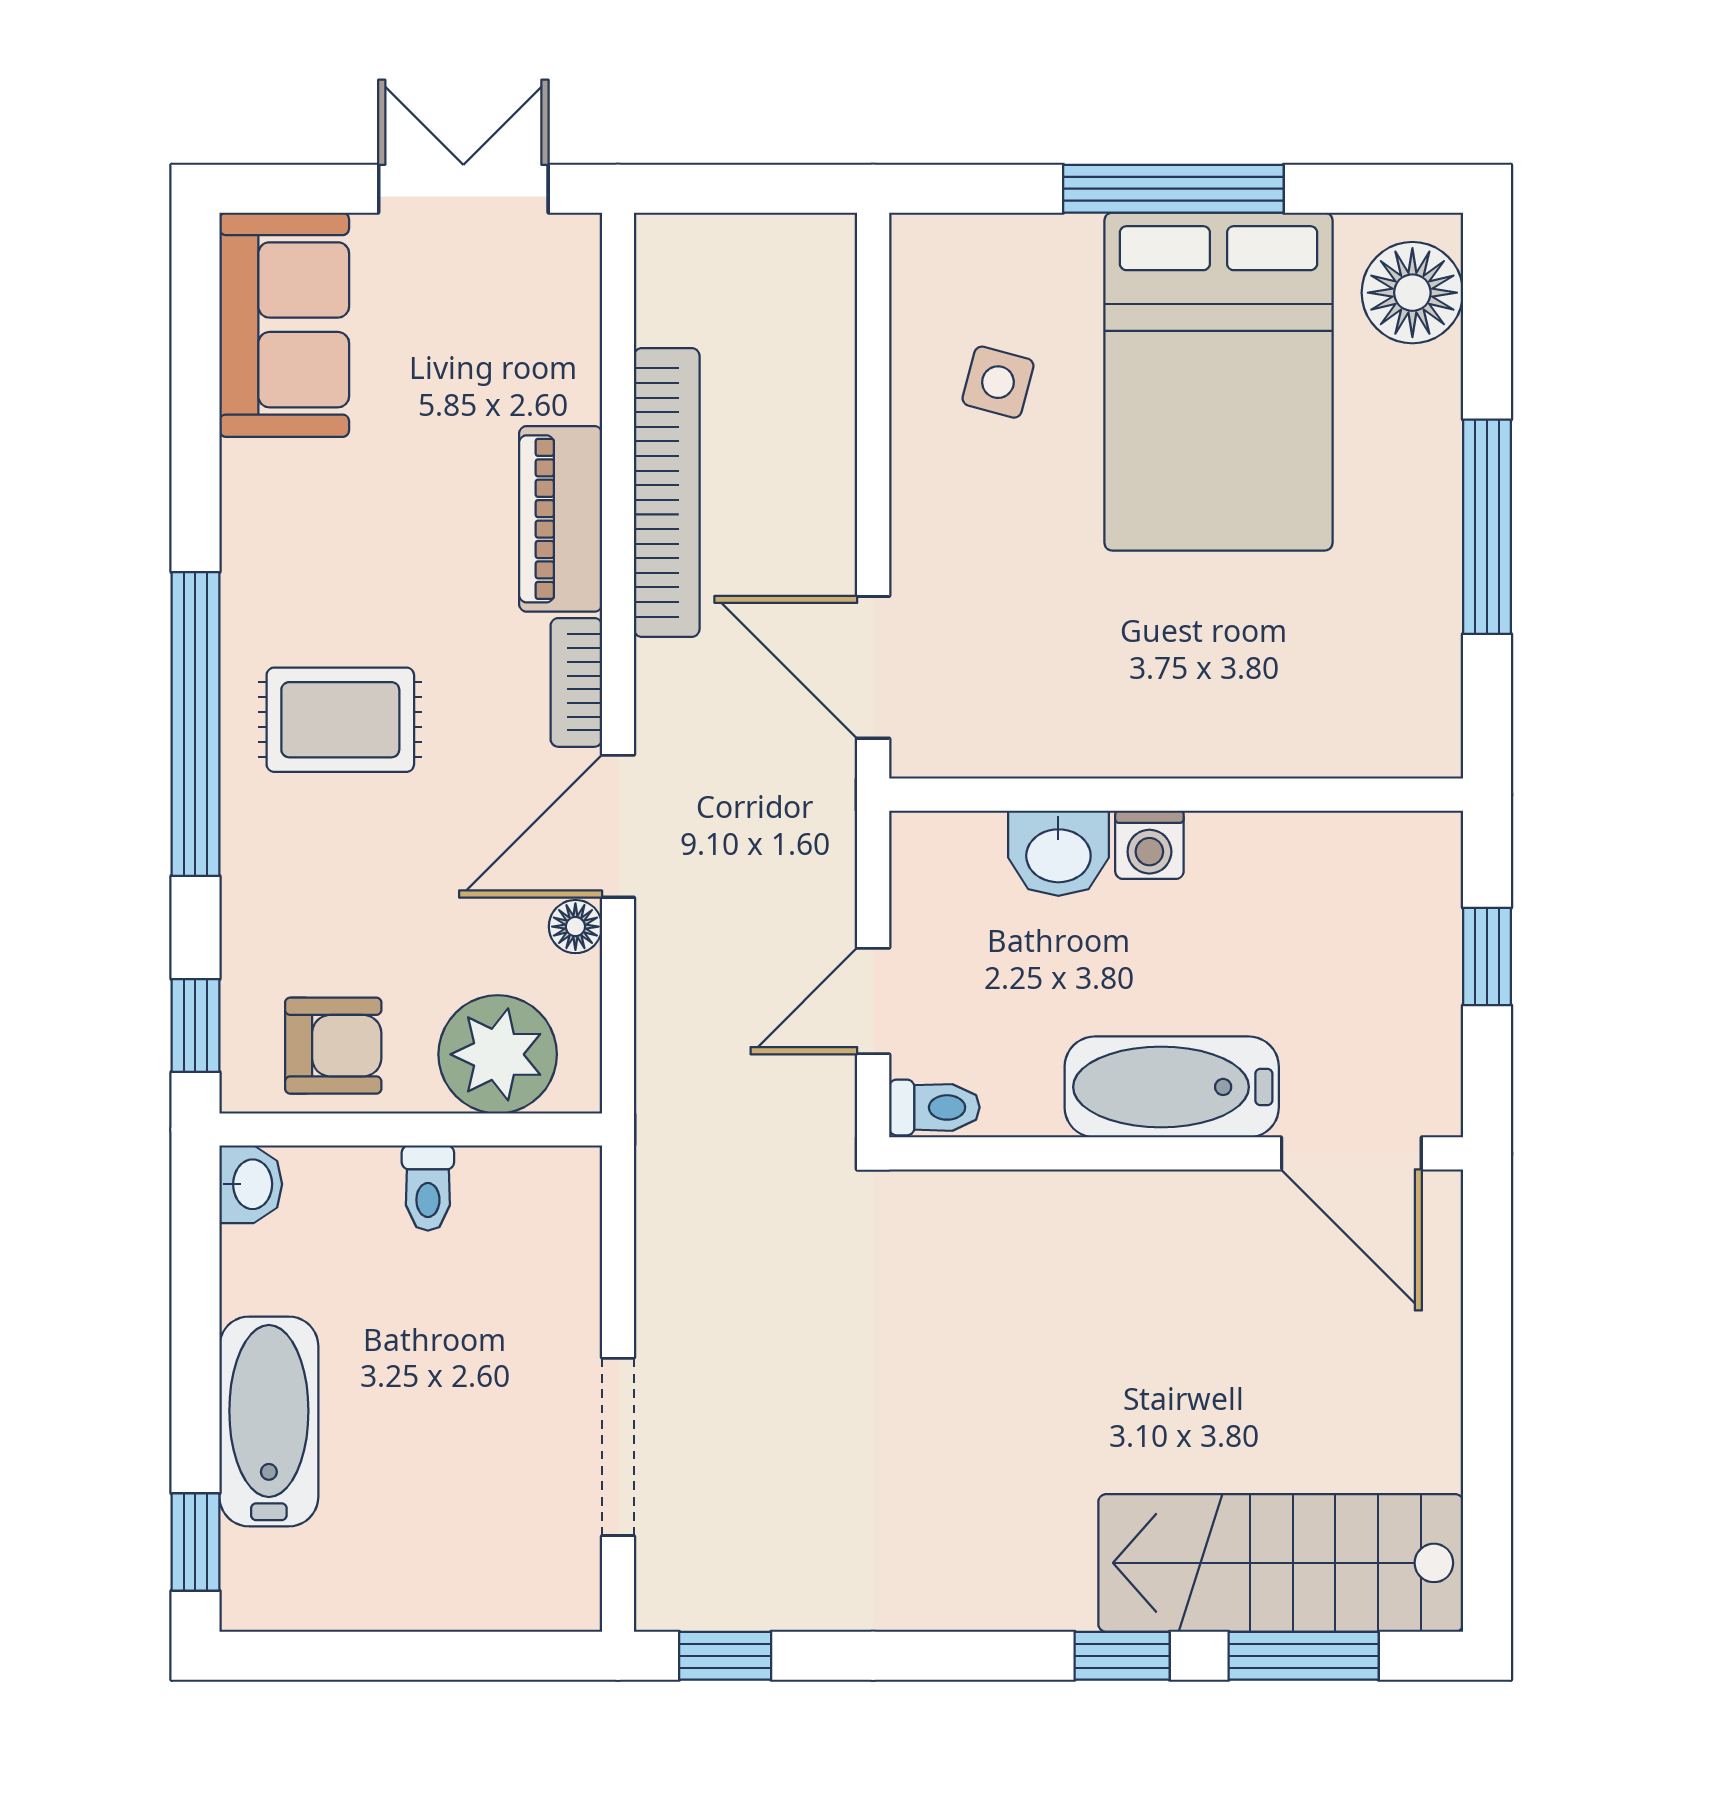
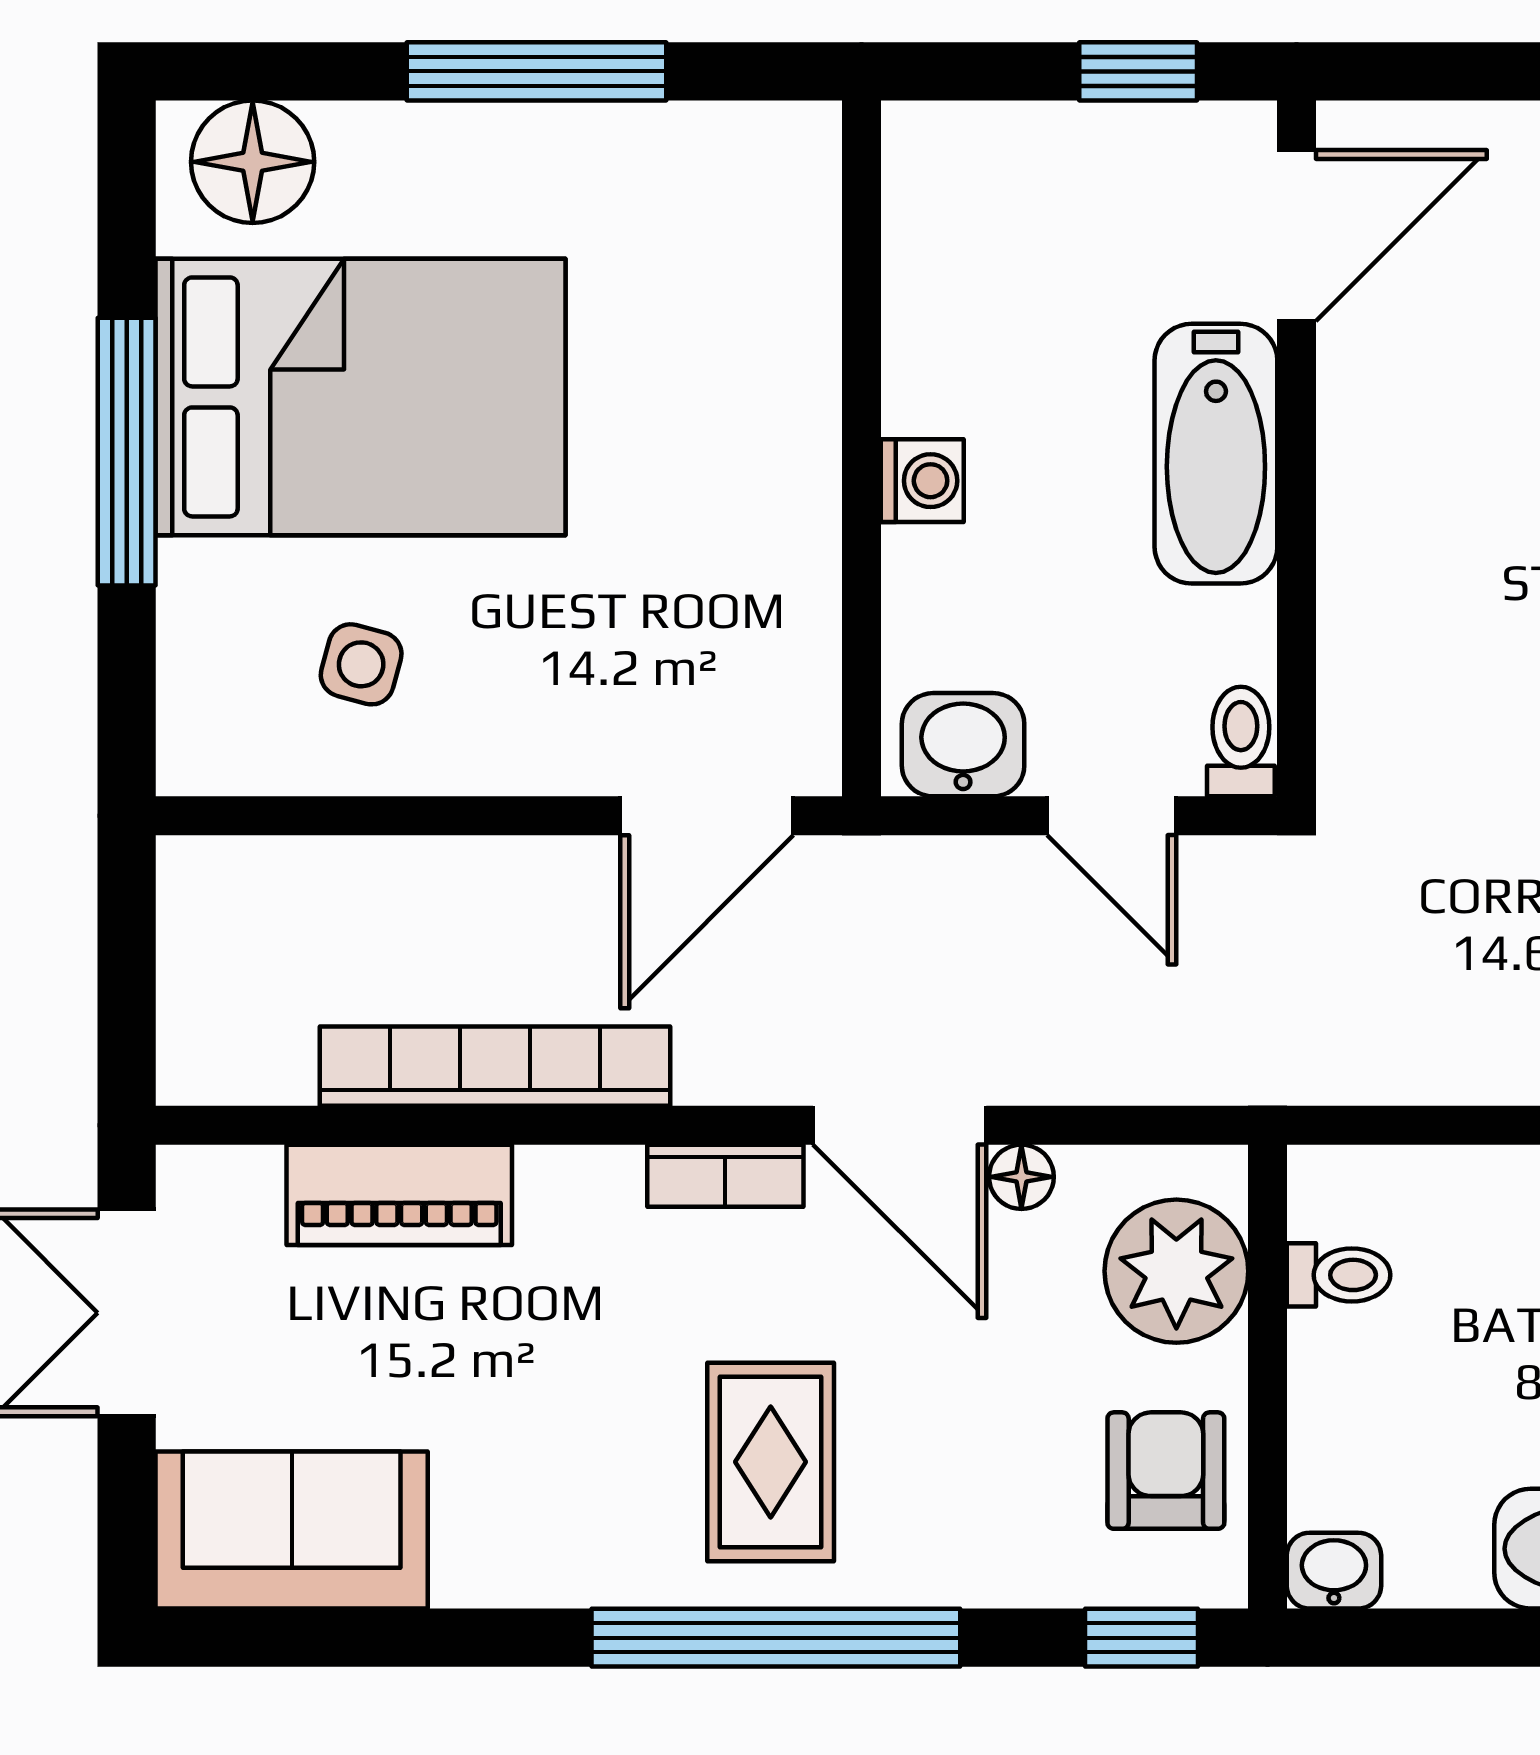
piano: (561, 519) -> (399, 1195), moved
washbasin: (1058, 853) -> (963, 745), moved, turned -90
window: (1487, 956) -> (1138, 71), moved
toilet: (428, 1188) -> (1339, 1275), moved

